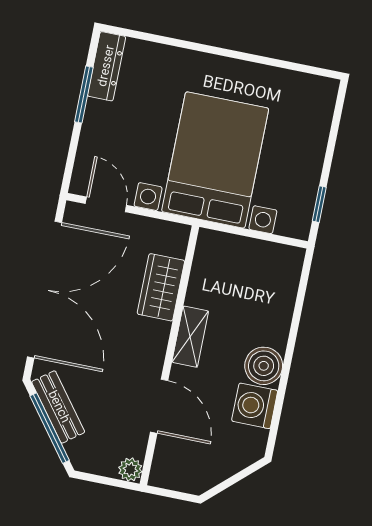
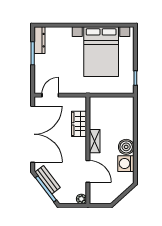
bed with nightstands: (215, 160) -> (101, 52), moved, turned 180
door: (106, 204) -> (50, 95), hinge flipped

